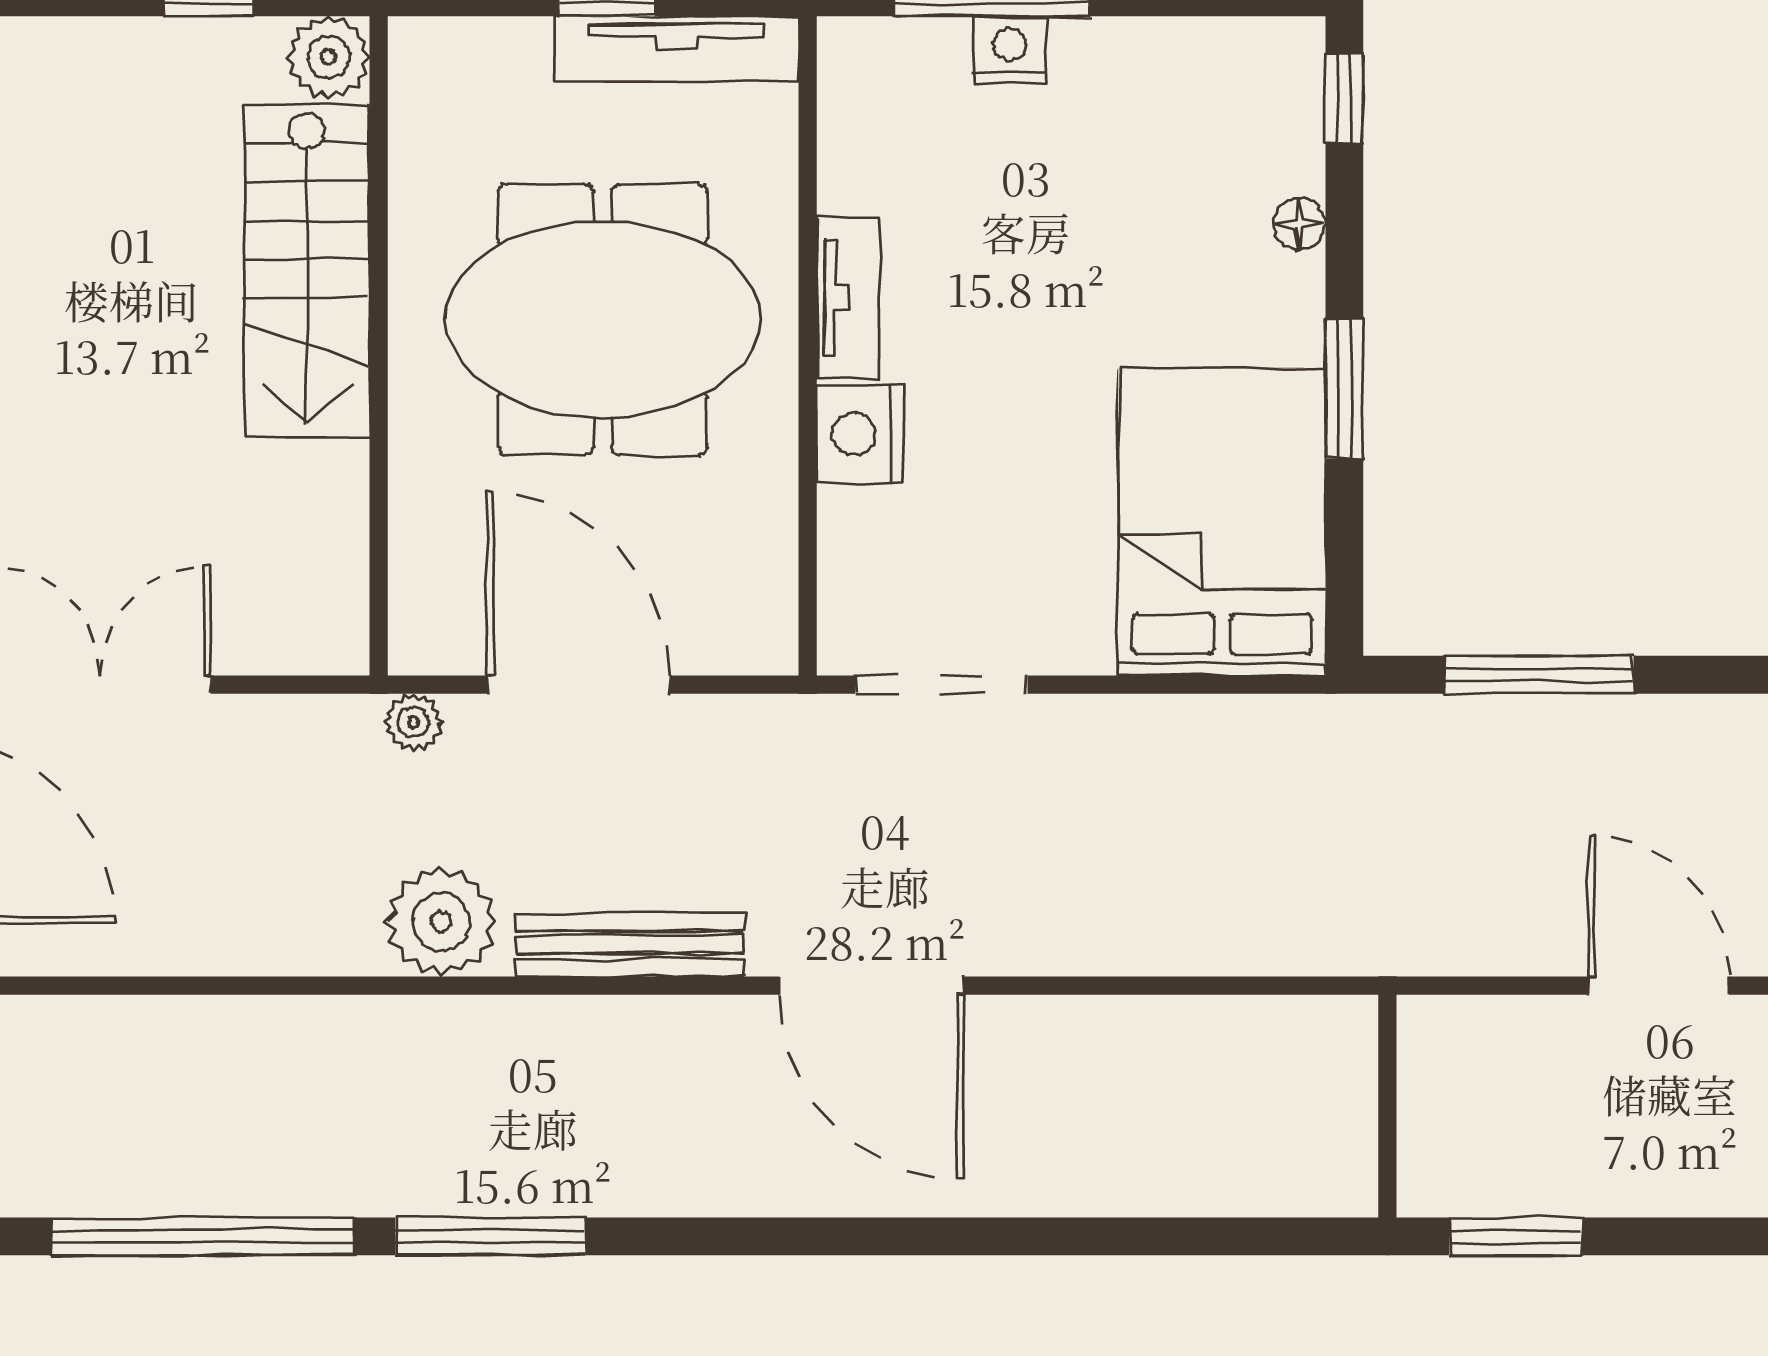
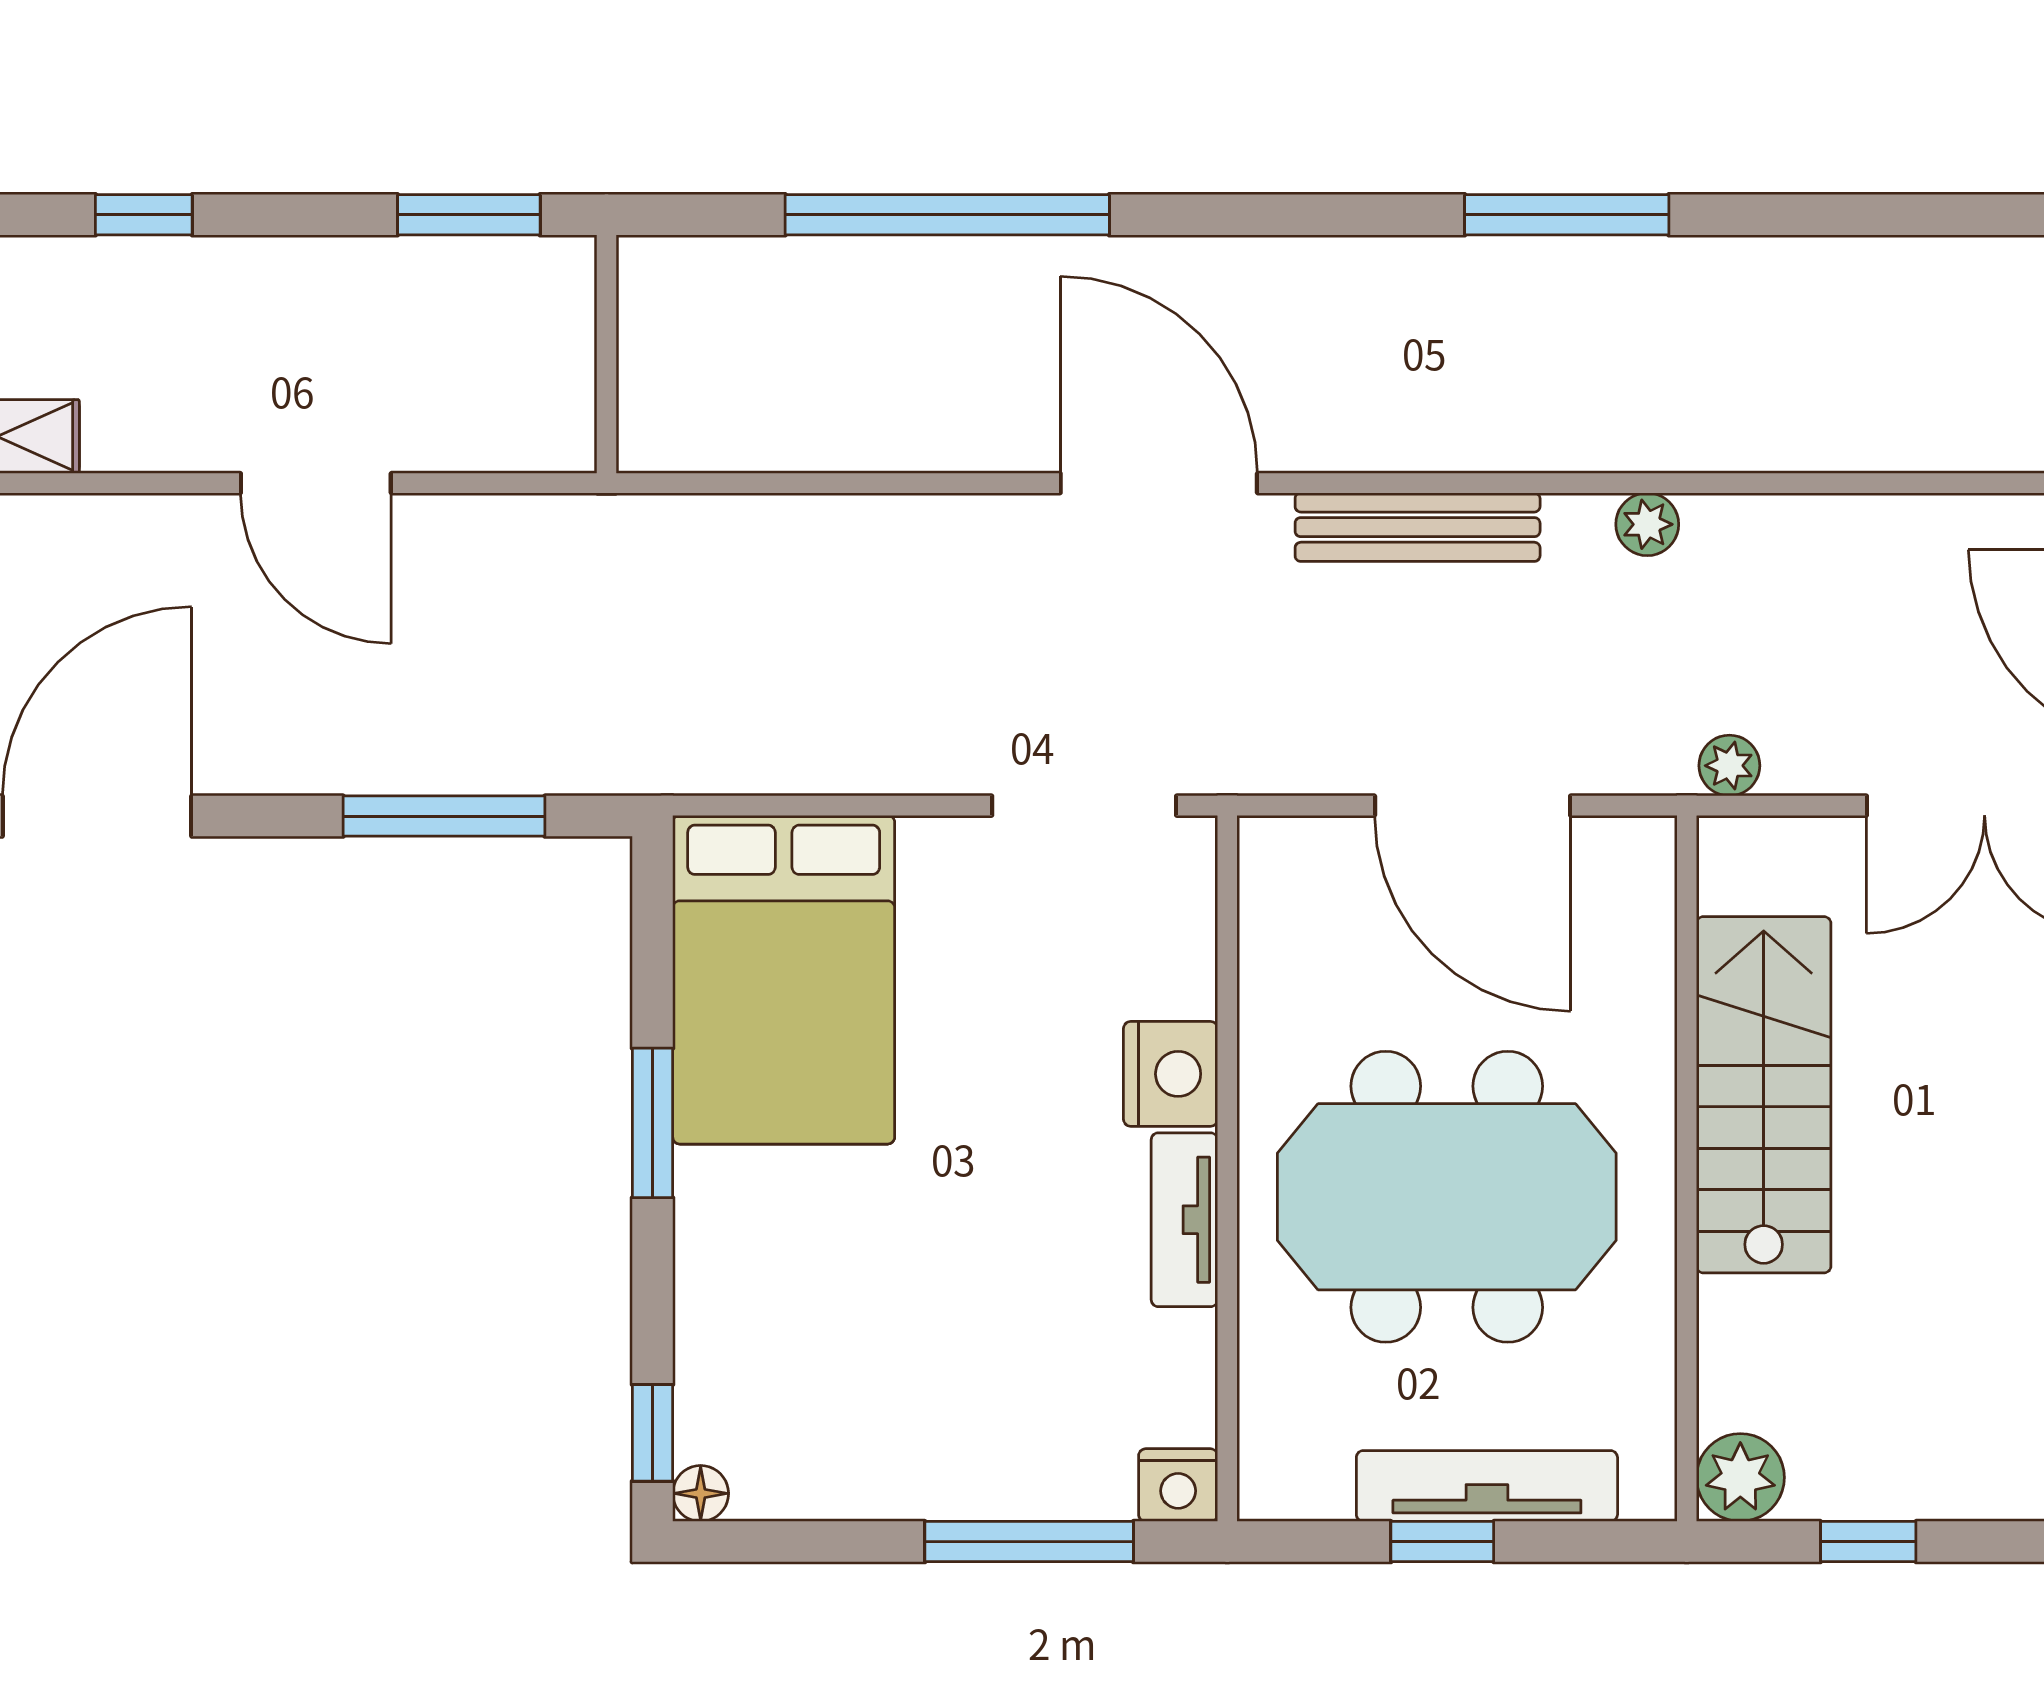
tv unit: (677, 49) -> (1487, 1486), moved
nightstand: (1010, 50) -> (1178, 1485), moved
floor lamp: (1299, 224) -> (701, 1493), moved
stairs: (307, 271) -> (1764, 1095), moved
plant: (414, 722) -> (1729, 766), moved
plant: (441, 922) -> (1647, 524), width x0.53, depth x0.53
window: (203, 1236) -> (947, 215), moved

